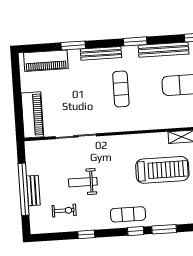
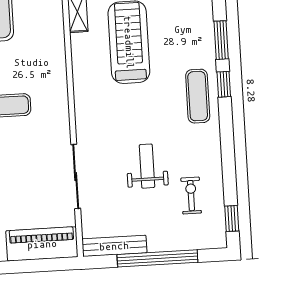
weight bench: (83, 182) -> (147, 166), turned 180
bench: (33, 191) -> (114, 246), moved, width x1.36
window: (86, 234) -> (232, 218), moved

